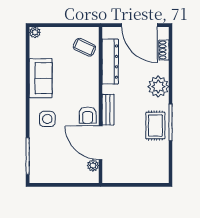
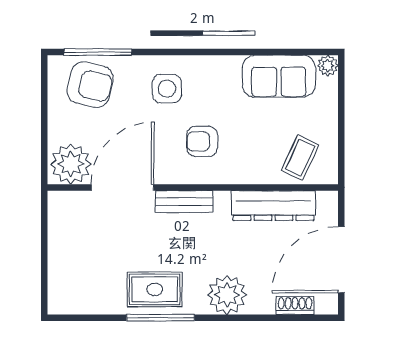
sofa: (41, 78) -> (279, 76), moved
armchair: (88, 115) -> (202, 141), moved
armchair: (45, 160) -> (90, 85), added
plant: (93, 166) -> (71, 164), width x1.87, depth x1.87

